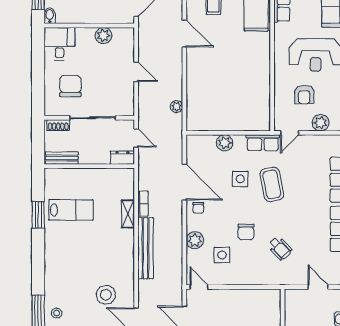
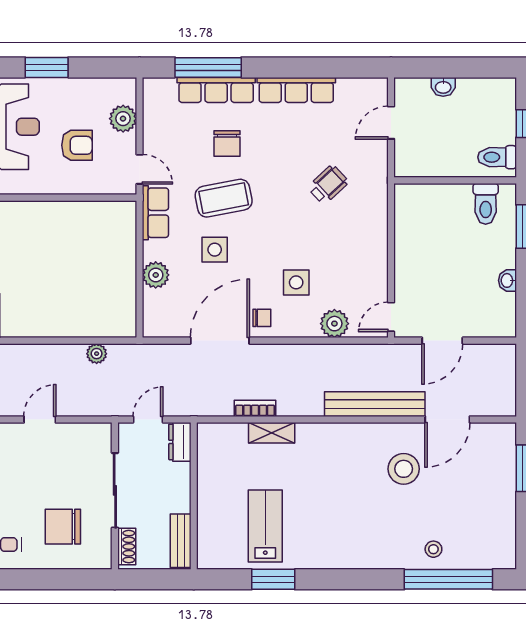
chair: (246, 232) -> (227, 143), moved, turned 90
plant: (195, 240) -> (334, 324), moved
bench: (146, 248) -> (375, 404), moved
side table: (222, 255) -> (296, 282), moved

